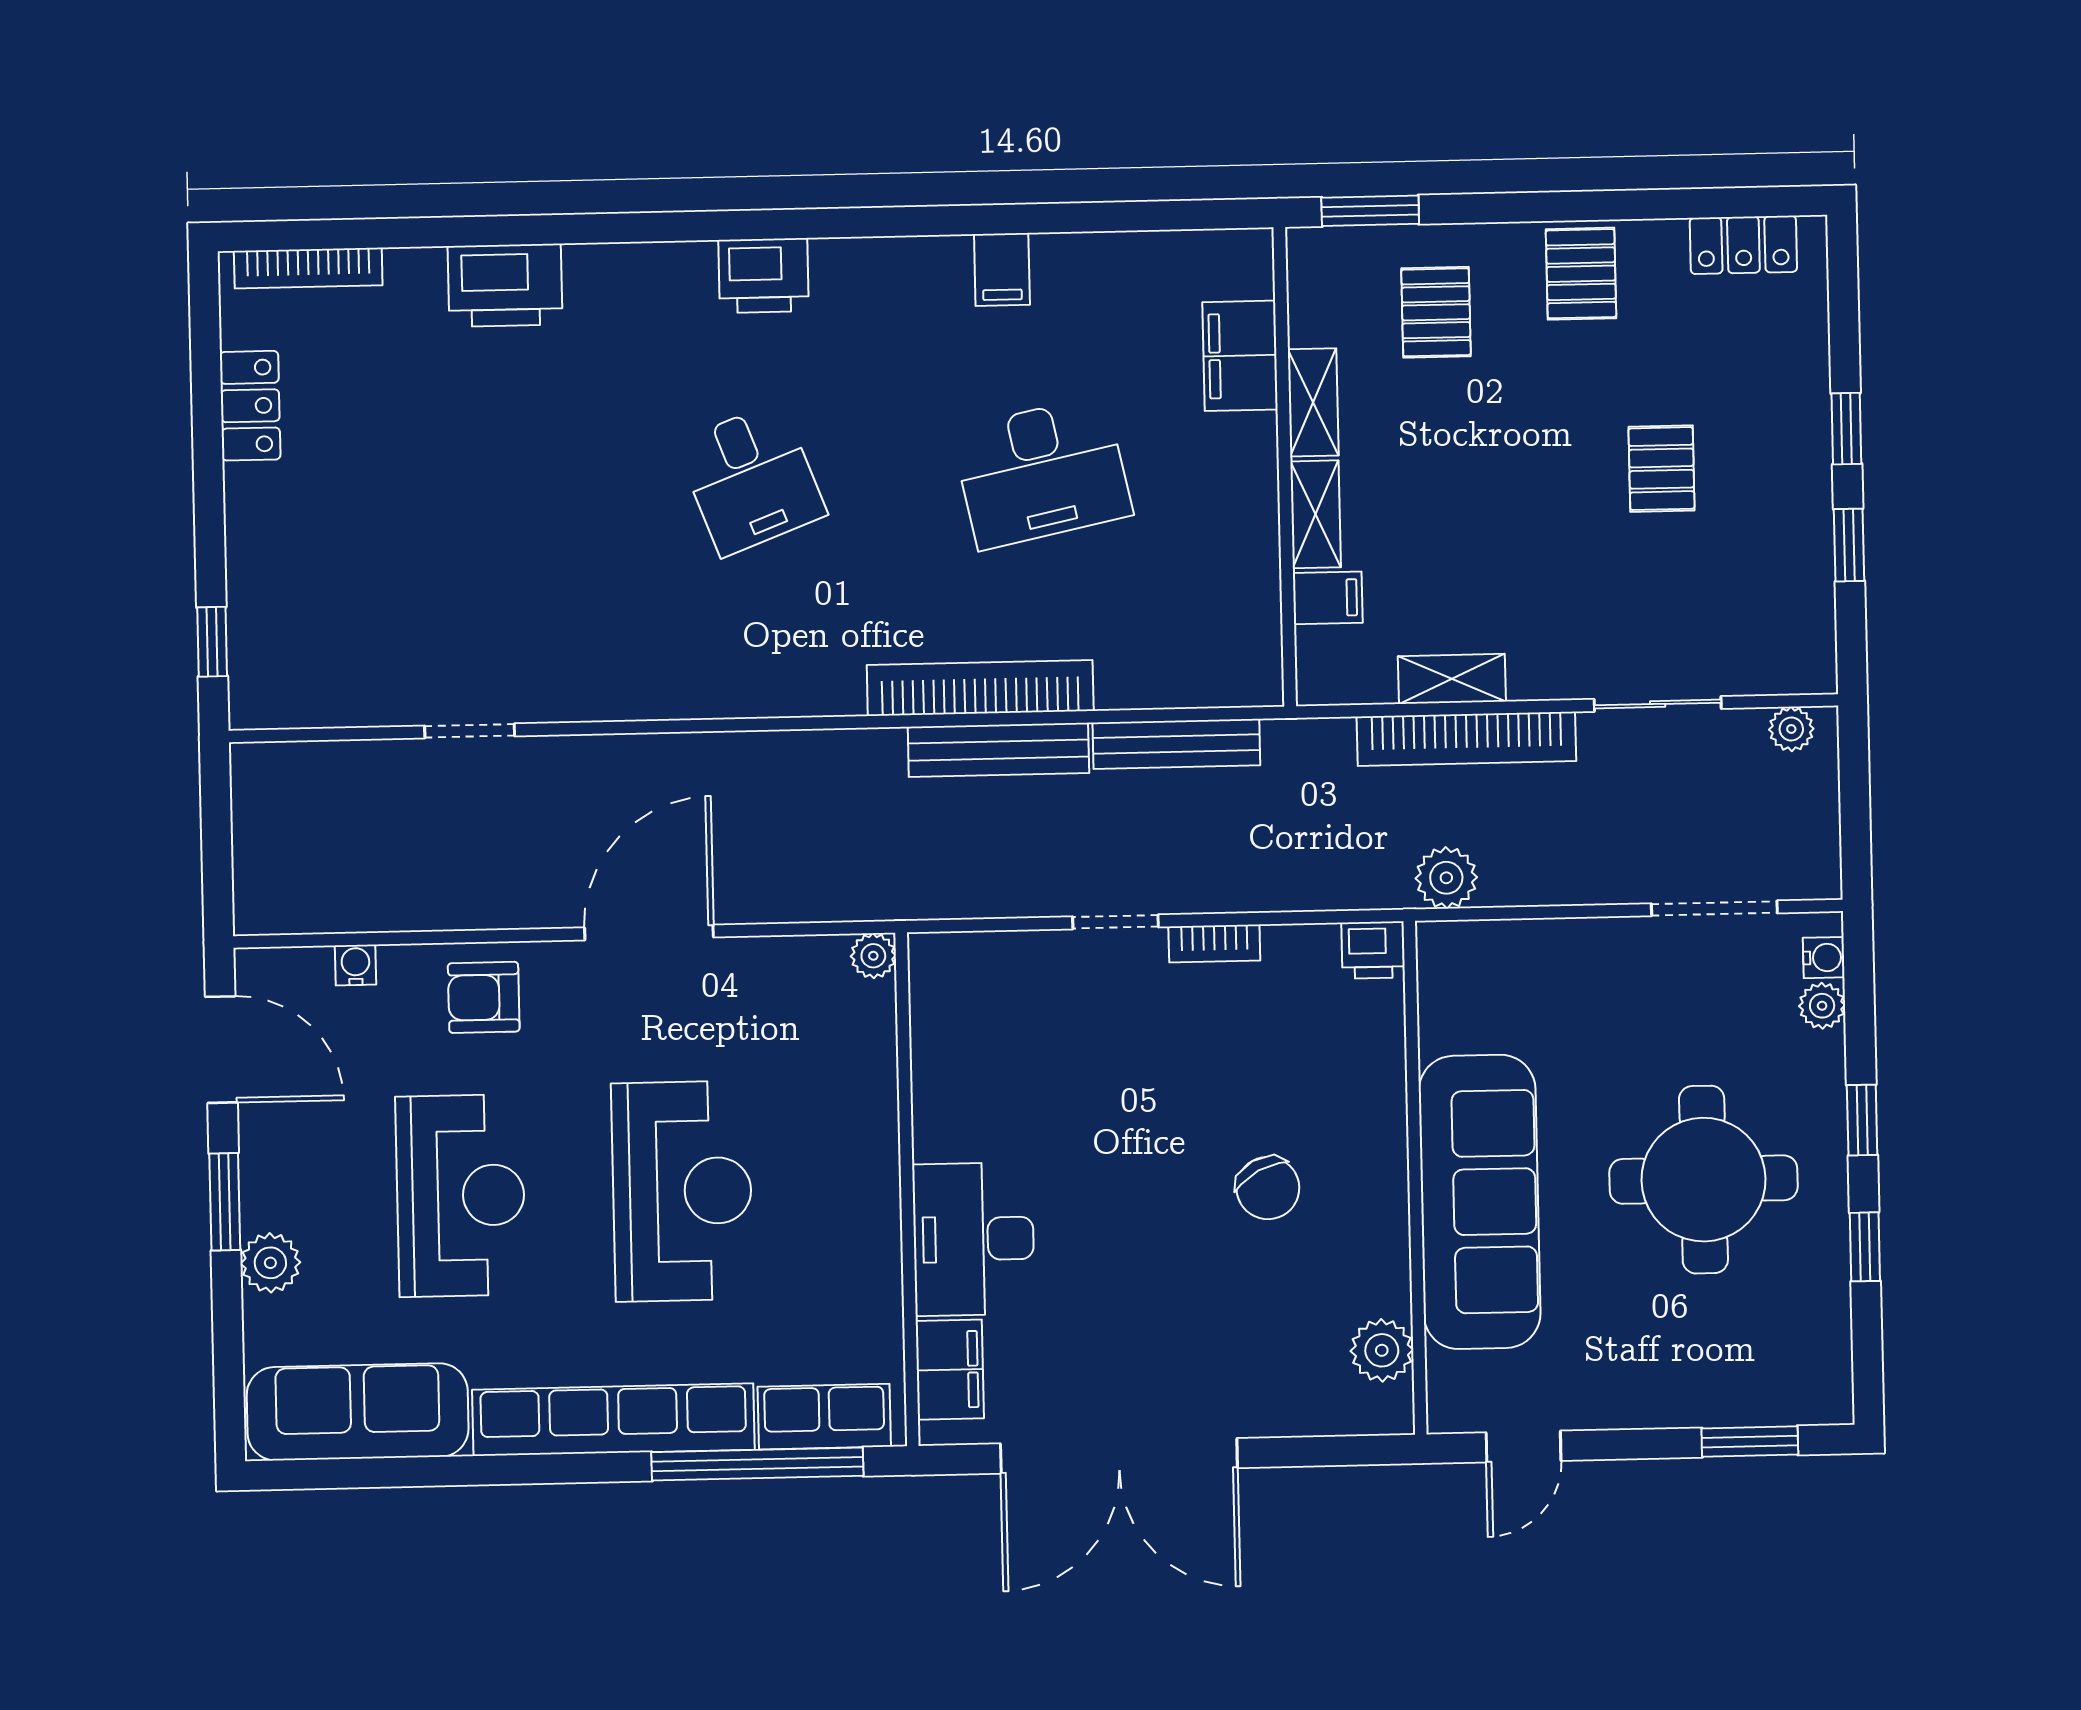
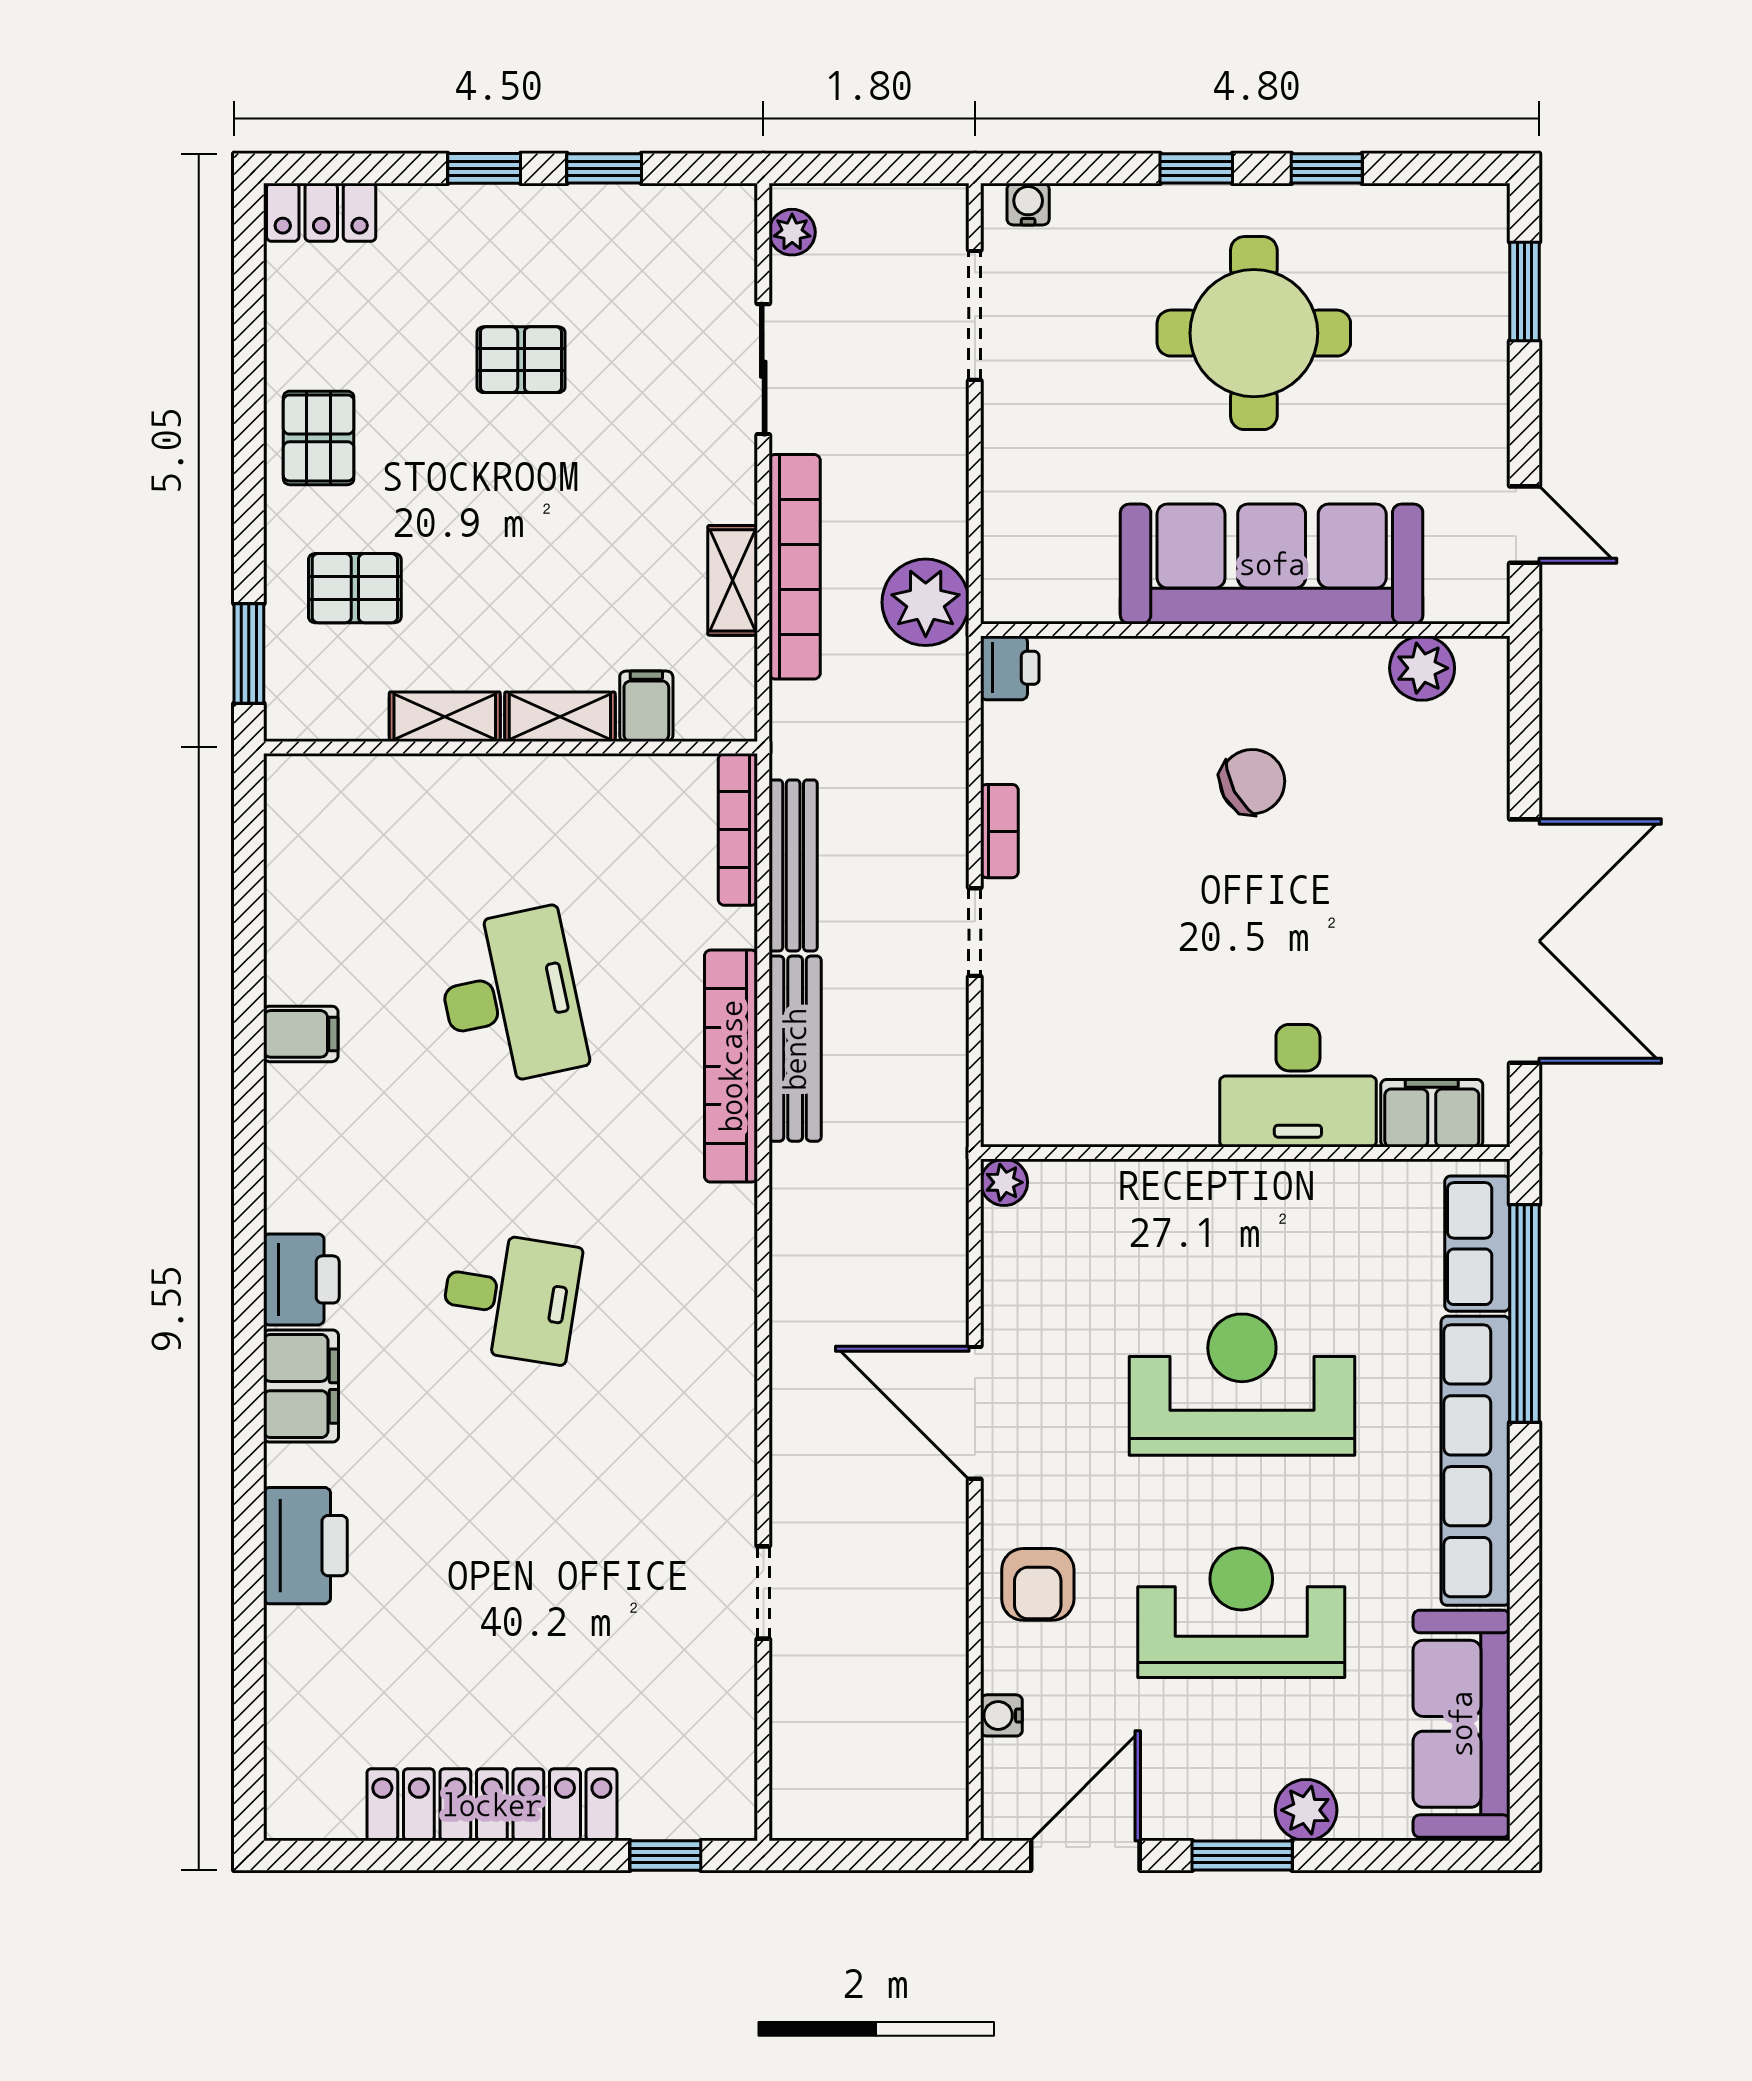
locker: (1743, 245) -> (321, 212), moved, turned 90
bookcase: (308, 268) -> (738, 829), moved, turned 180
pallet: (1581, 274) -> (319, 438), turned 90
filing cabinet: (1240, 356) -> (301, 1386), moved, turned -90
locker: (250, 406) -> (492, 1805), width x2.16, depth x1.21
desk: (751, 479) -> (510, 1297), turned 30
plant: (1446, 878) -> (926, 602), width x1.36, depth x1.36
plant: (1822, 1006) -> (1078, 207), removed

